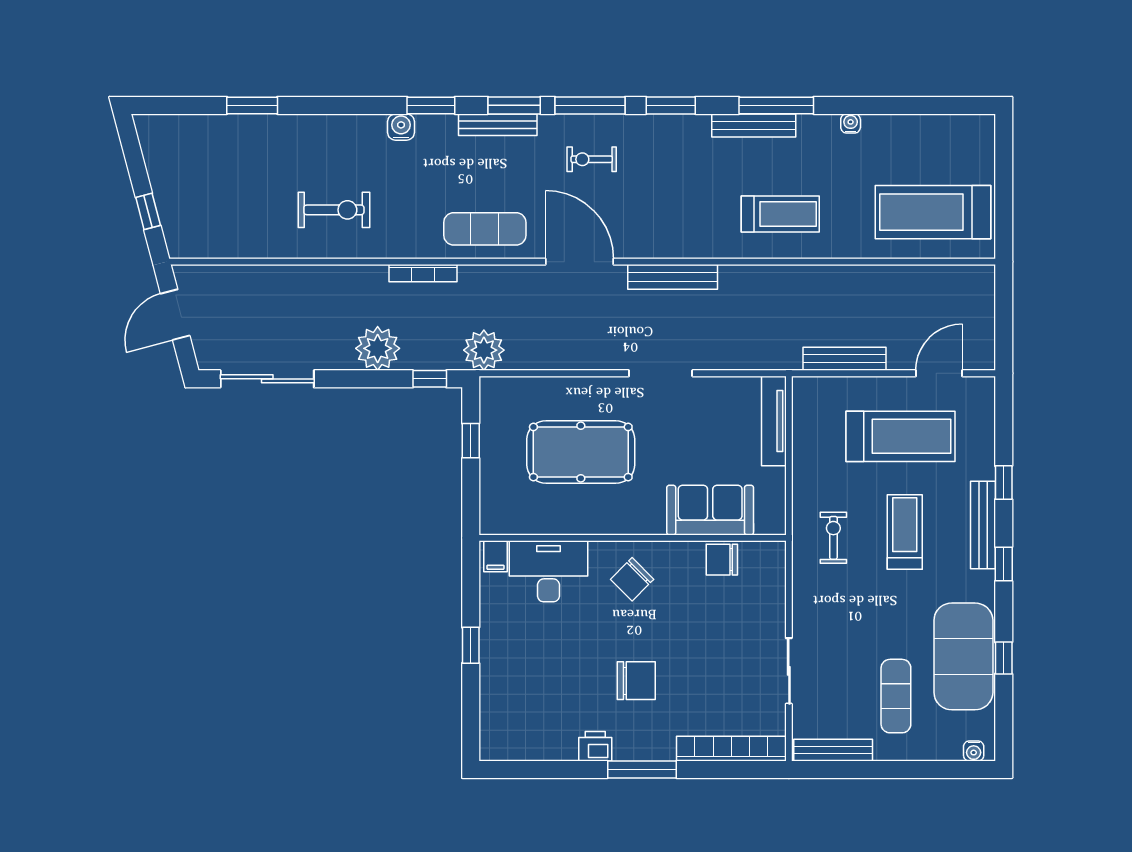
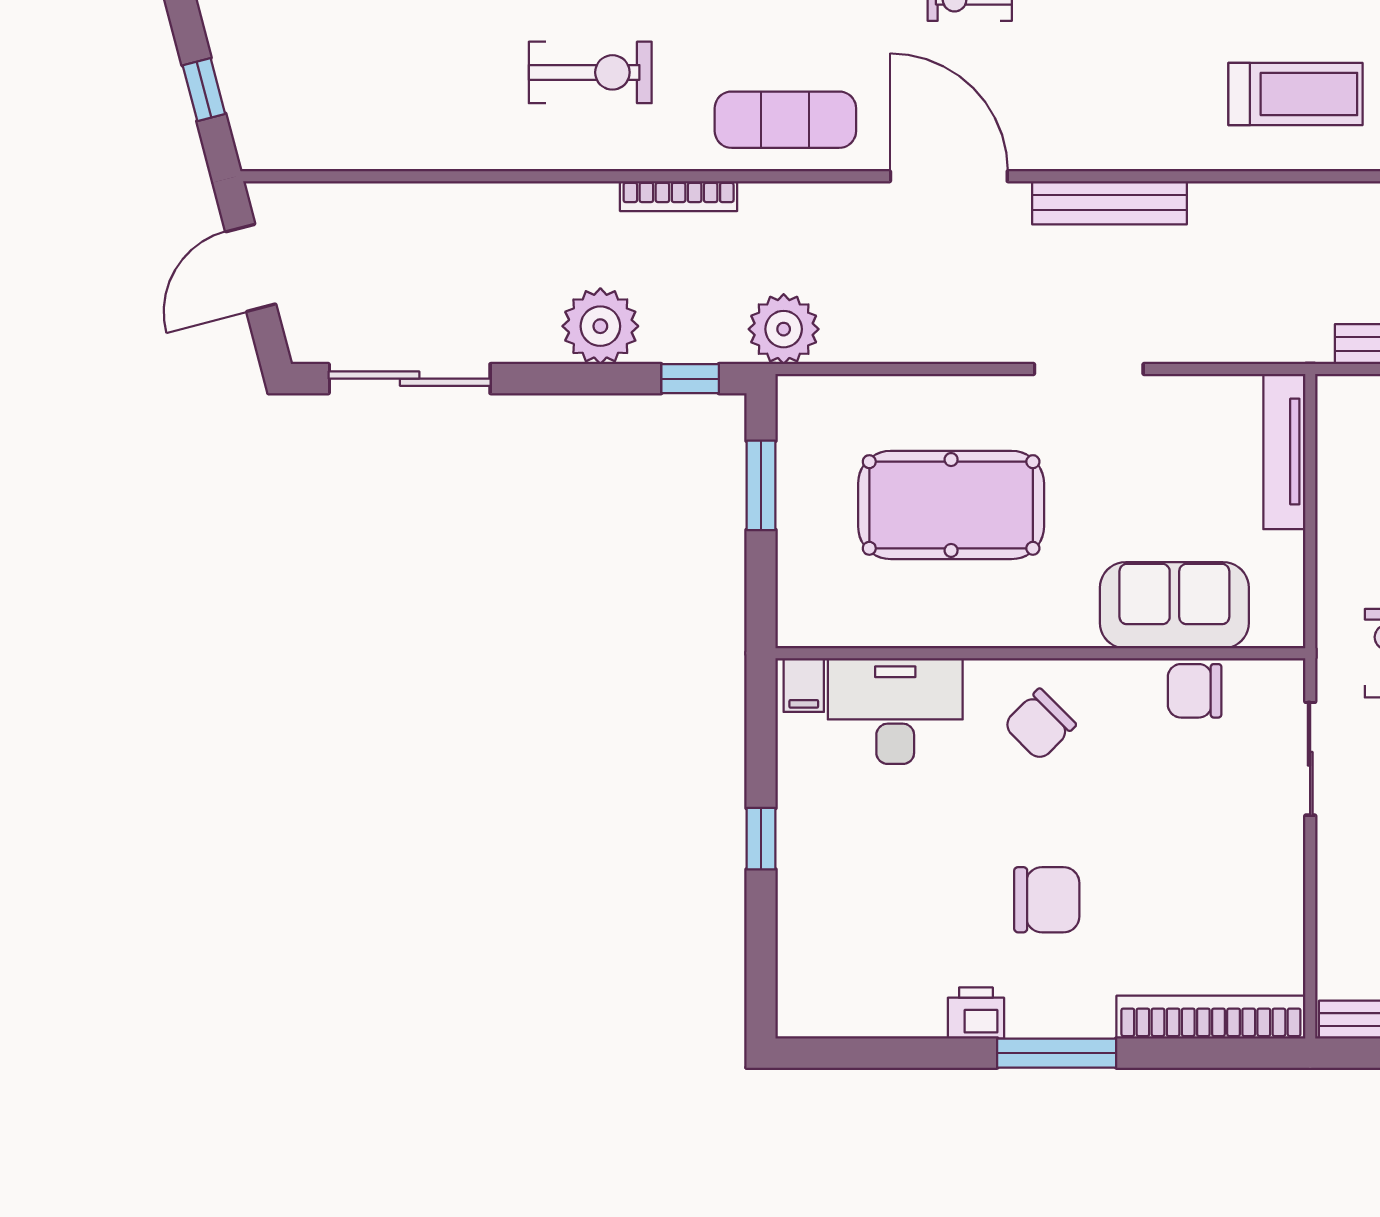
exercise bike: (334, 210) -> (590, 72), moved
window: (471, 441) -> (761, 485), width x1.50
sliding door: (789, 671) -> (1310, 759), moved

